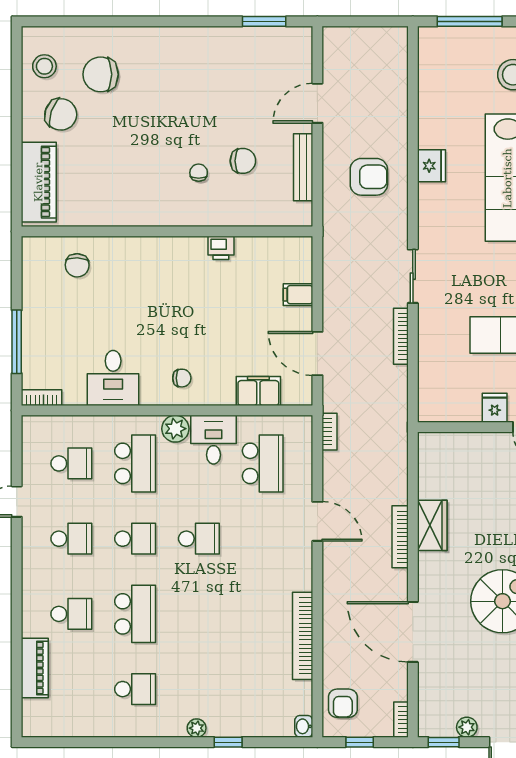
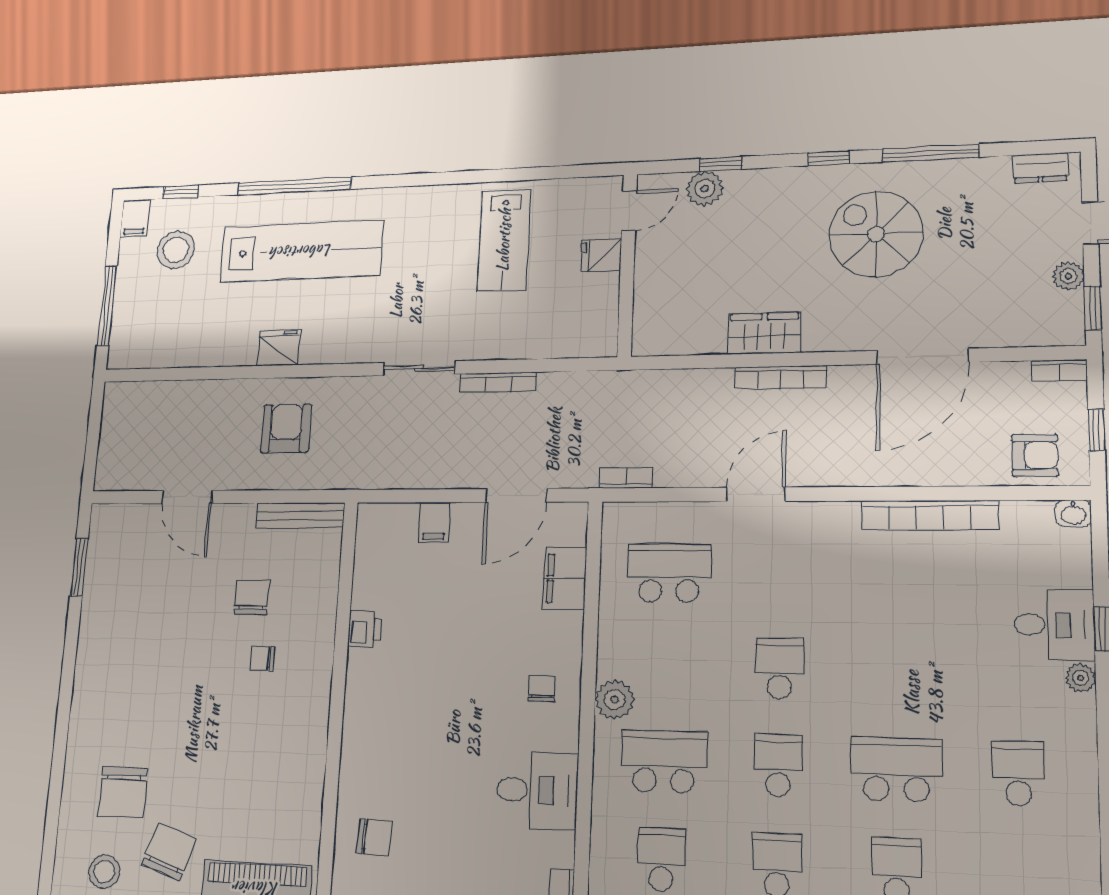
bench: (303, 167) -> (300, 516), moved
desk: (213, 440) -> (1054, 625), moved, turned 180

